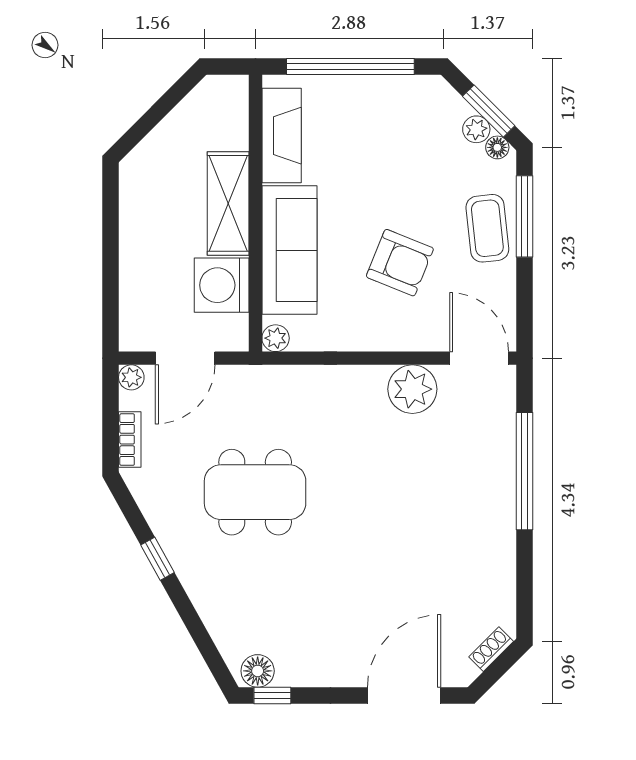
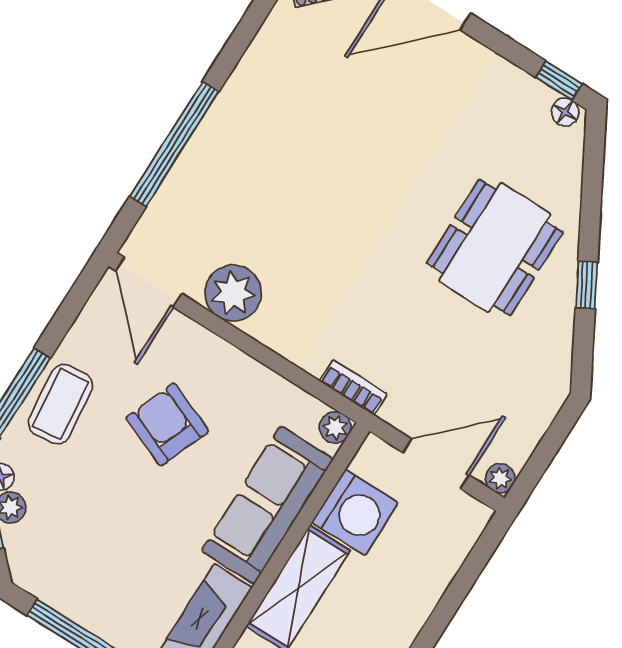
bookcase: (130, 440) -> (353, 387), moved, turned 90
dining table: (255, 492) -> (495, 247), moved, turned 90
floor lamp: (258, 671) -> (565, 112), width x0.73, depth x0.73

